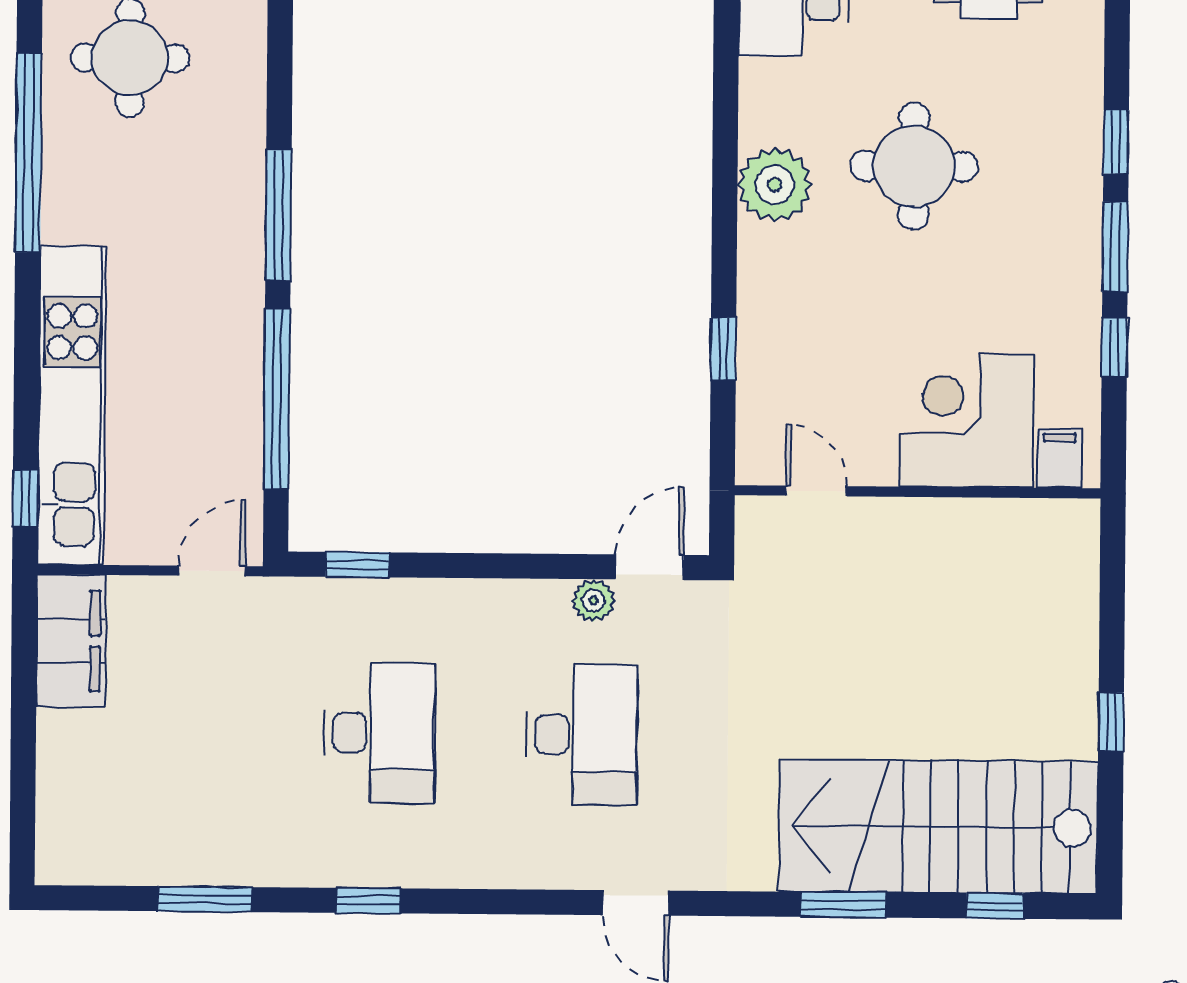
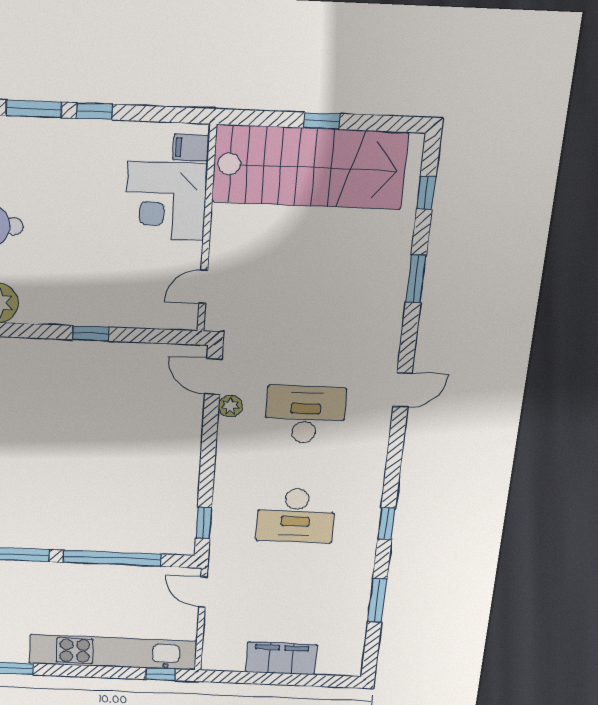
corner desk: (967, 420) -> (166, 201), moved
filing cabinet: (1059, 459) -> (191, 148), moved
door: (816, 491) -> (203, 287), moved
wall: (918, 492) -> (207, 230), moved
filing cabinet: (71, 641) -> (281, 658), moved
desk: (379, 733) -> (296, 515), turned 180
stairs: (939, 827) -> (309, 167), moved, turned -90

